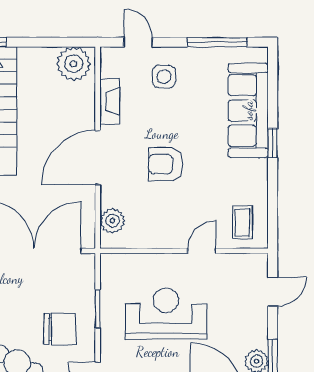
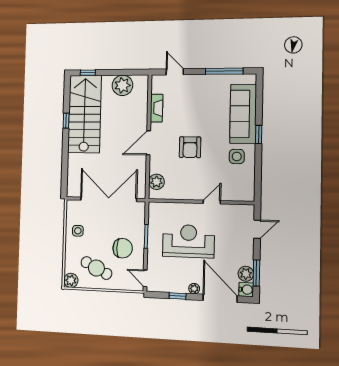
plant: (74, 64) -> (122, 85), moved
side table: (164, 77) -> (237, 156), moved
door: (98, 158) -> (148, 143), width x0.73
armchair: (165, 164) -> (190, 147), turned -90
coffee table: (242, 222) -> (238, 185), removed

